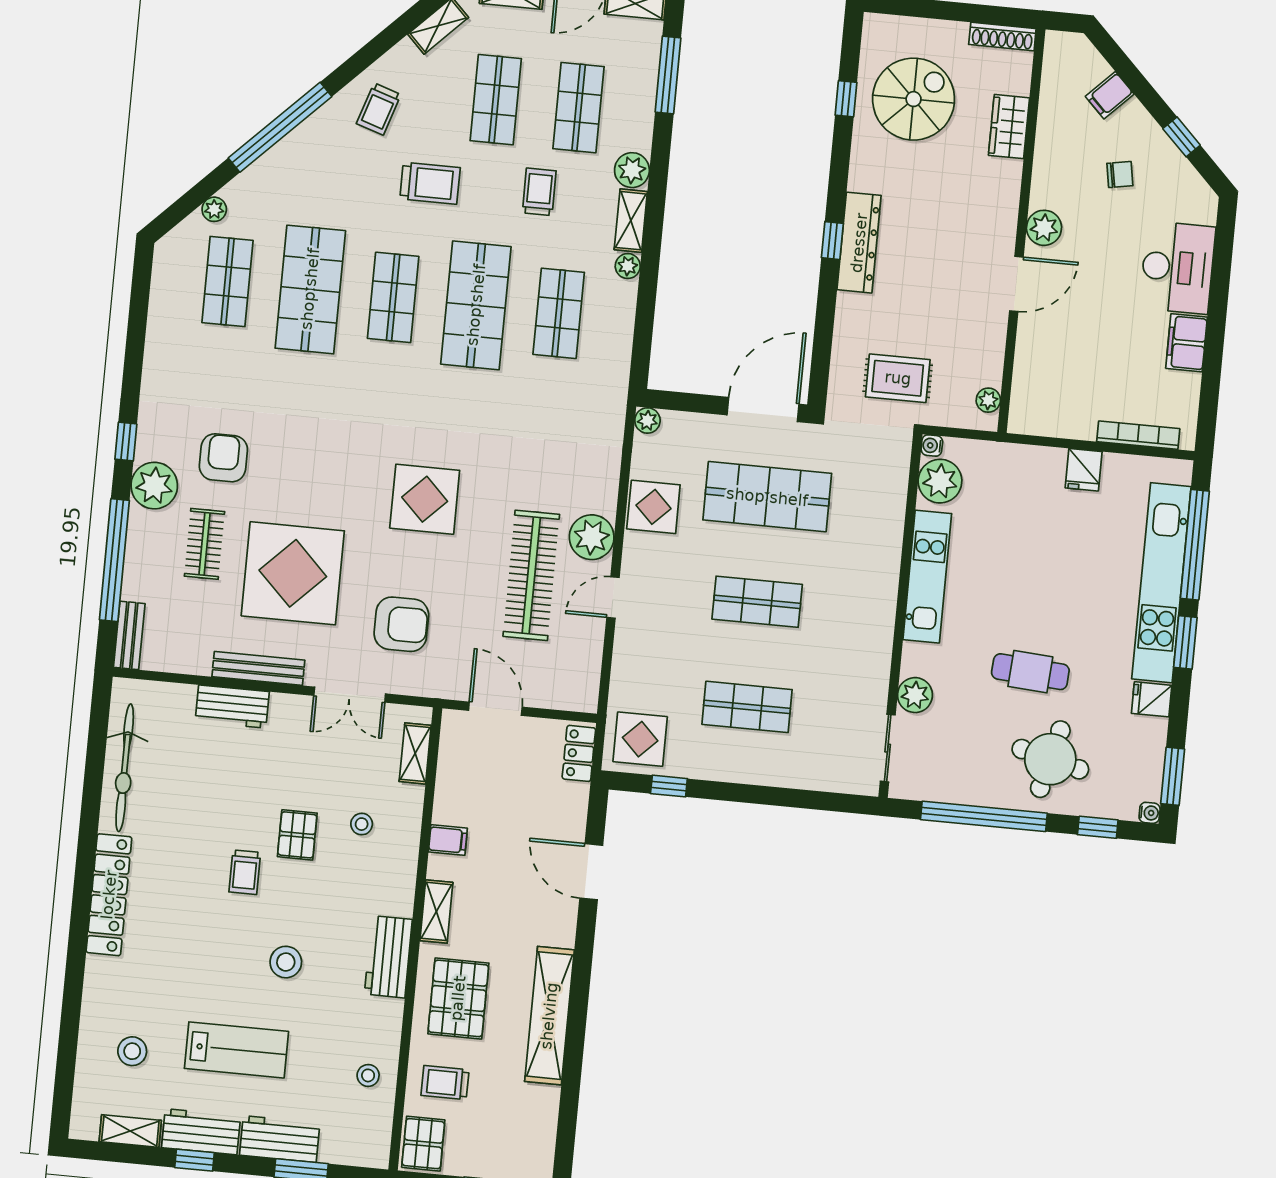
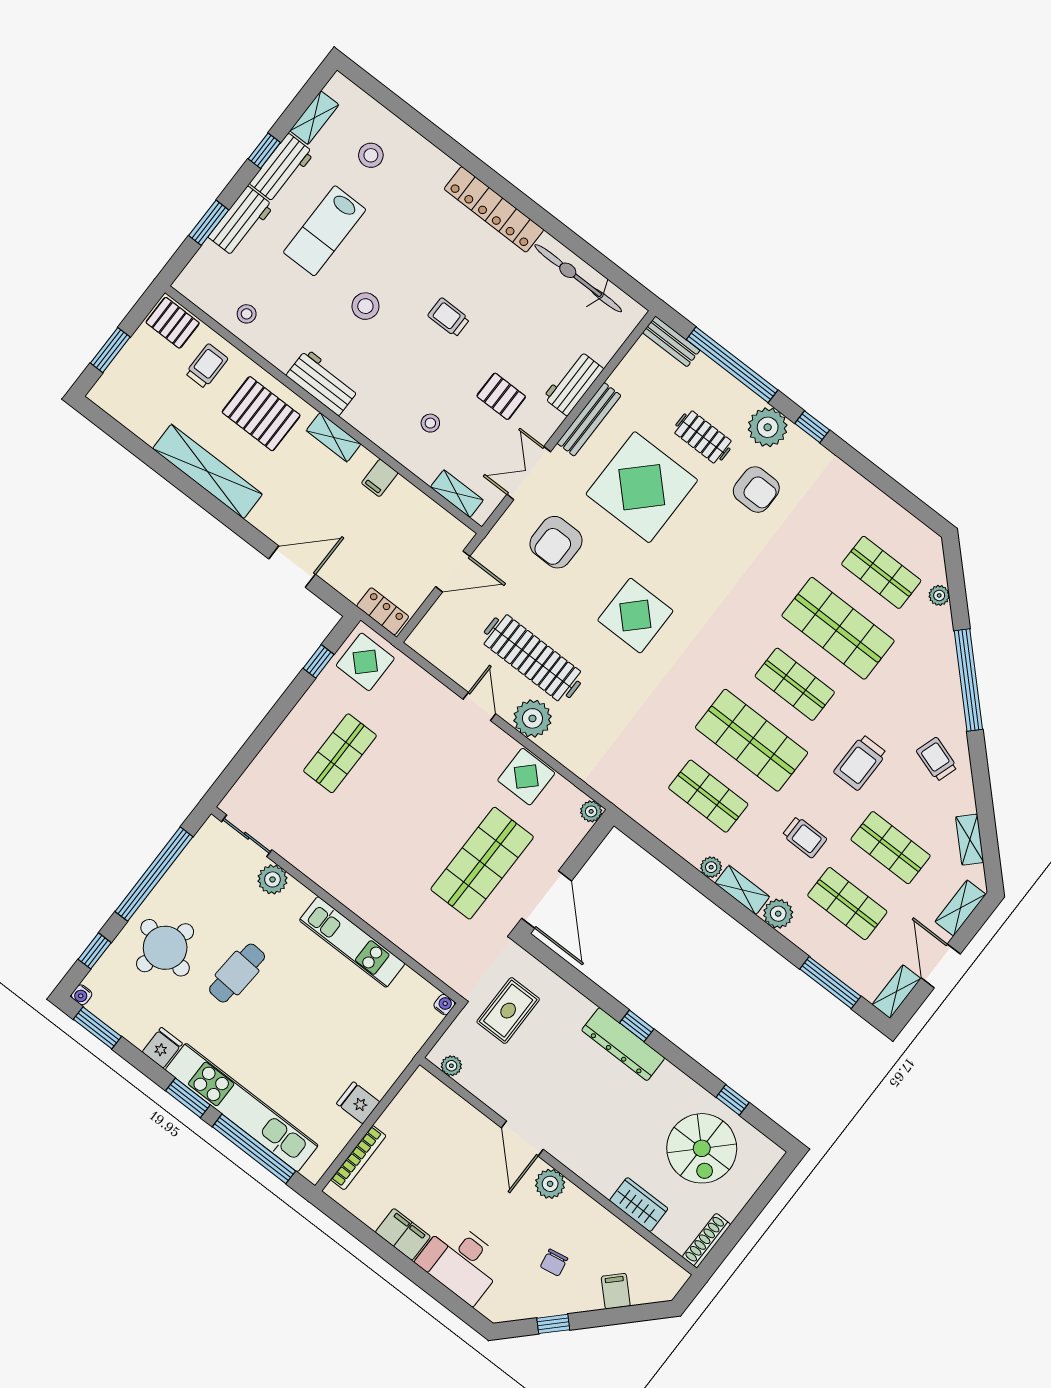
plant: (940, 481) -> (415, 994), removed
shop shelf: (757, 602) -> (411, 808), removed
pallet: (297, 835) -> (501, 396), moved

